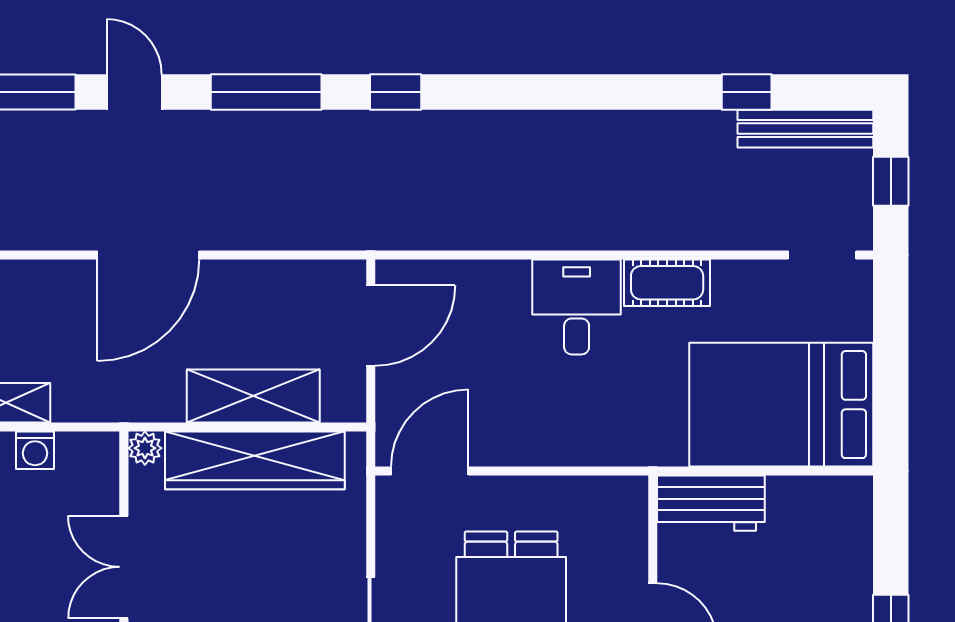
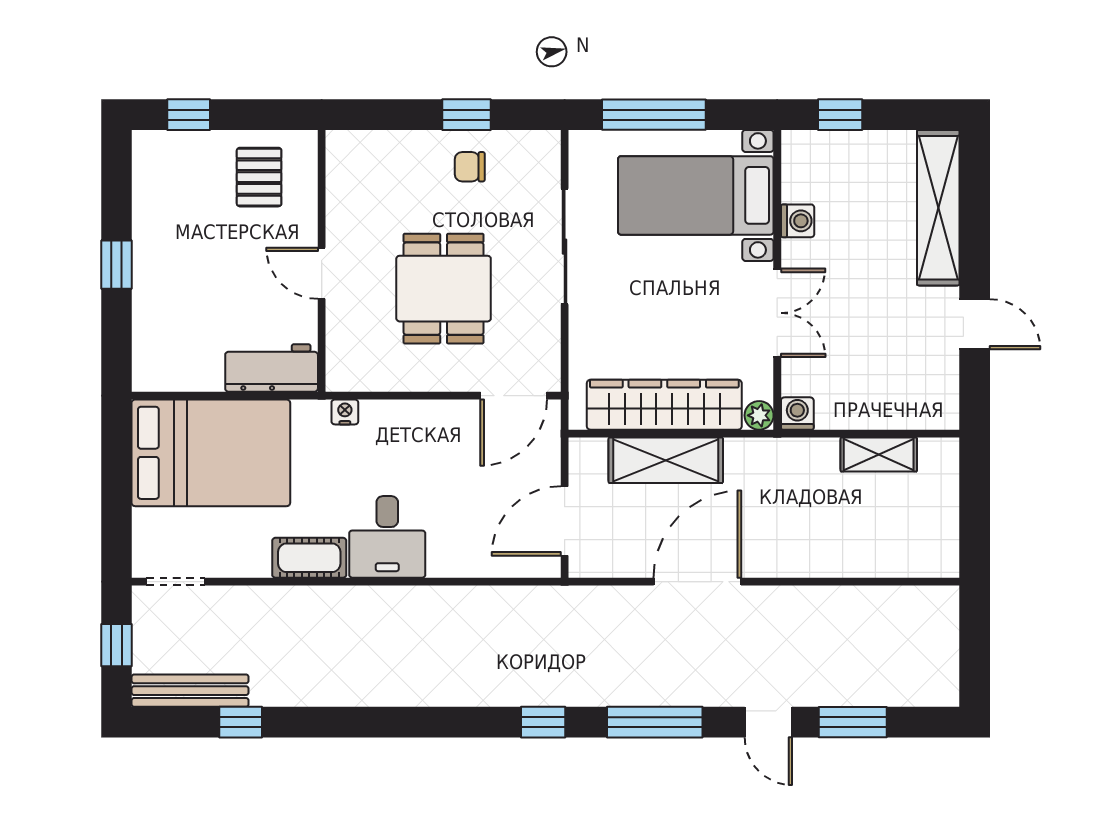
door: (148, 255) -> (697, 582), moved
washing machine: (35, 450) -> (797, 413), moved
nightstand: (626, 452) -> (345, 412), added

